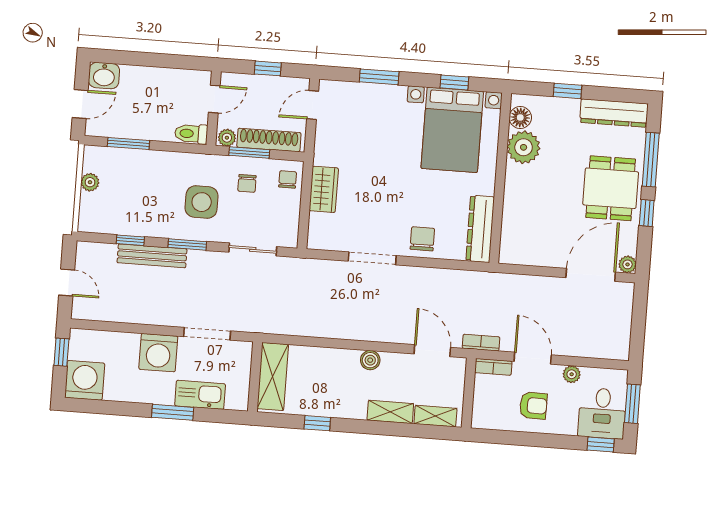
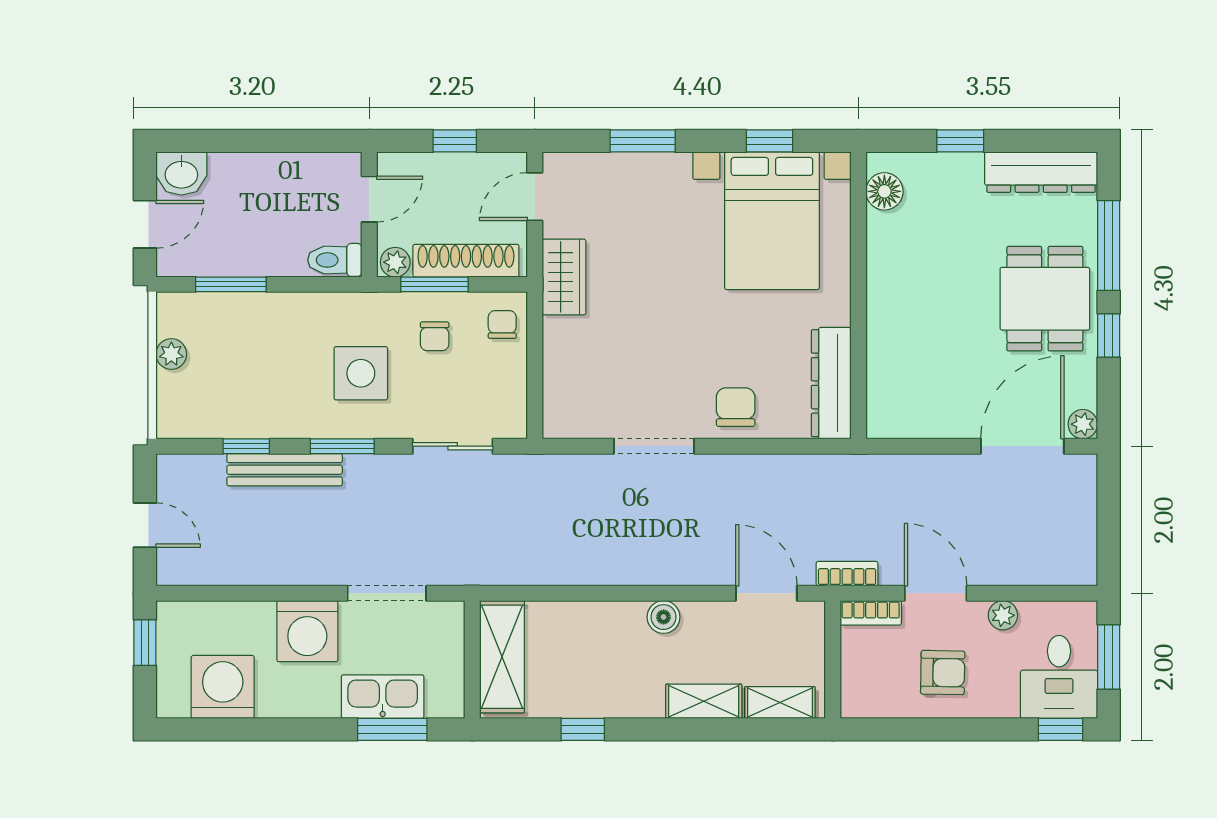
plant: (524, 147) -> (894, 241), removed
wardrobe: (324, 189) -> (564, 277), moved
washing machine: (85, 380) -> (223, 687), moved
window: (173, 412) -> (392, 729), moved

